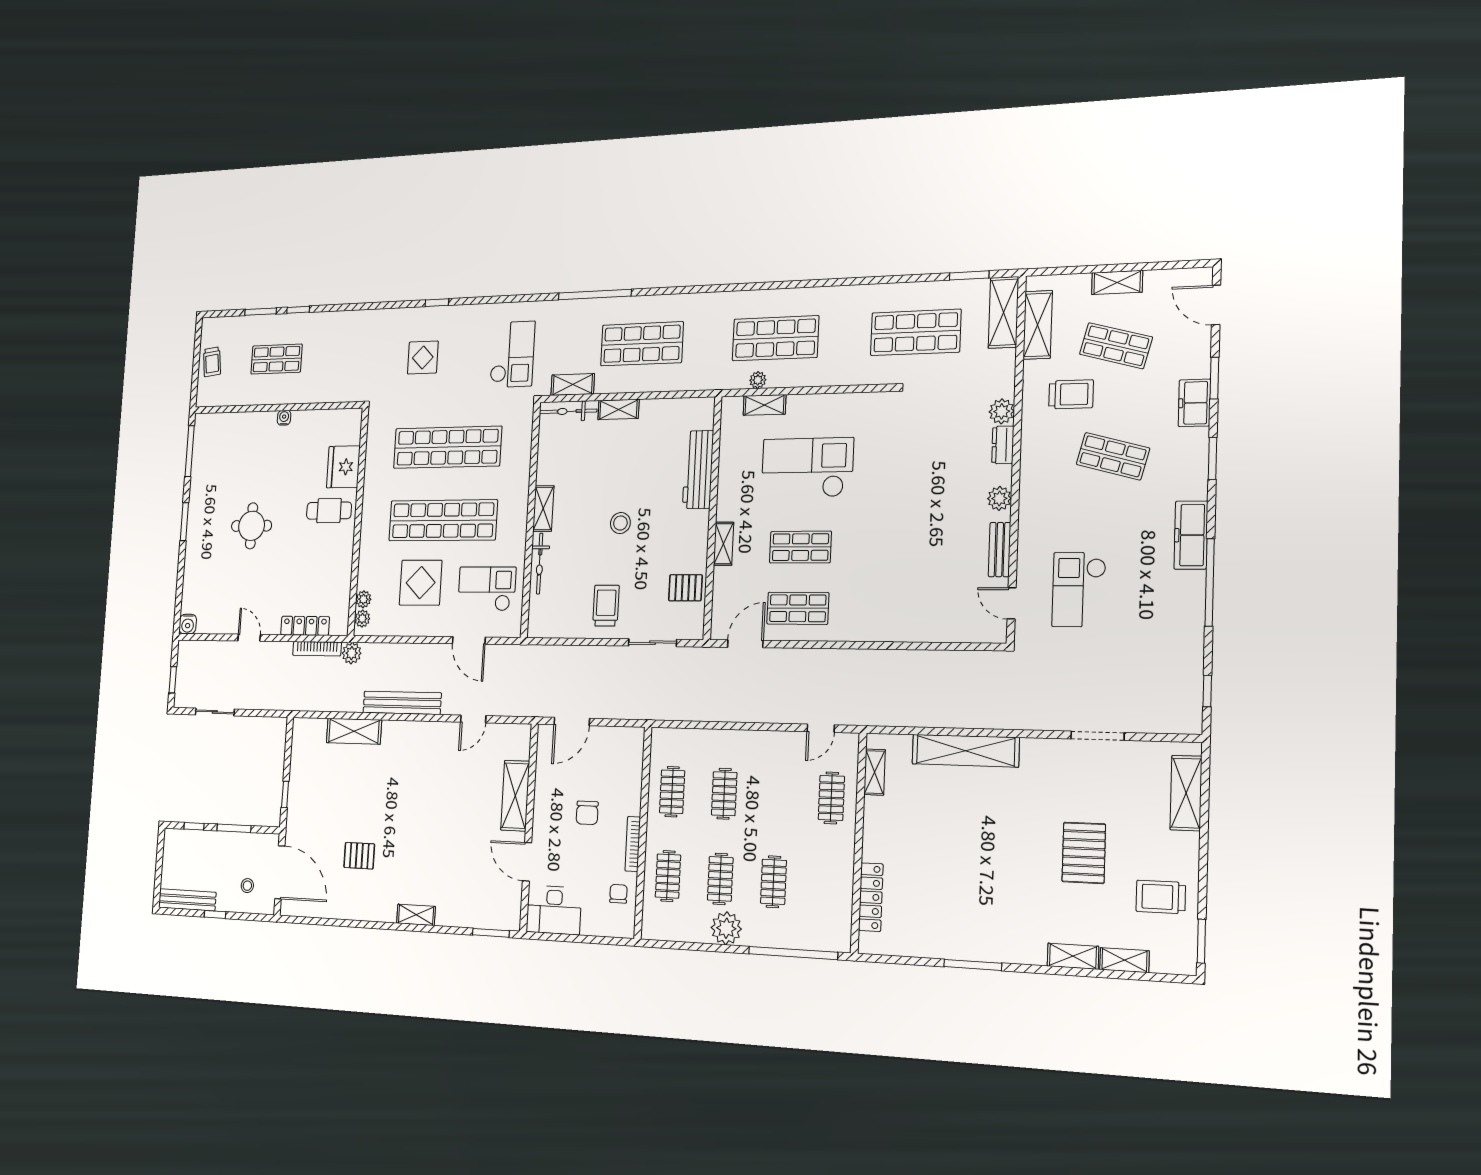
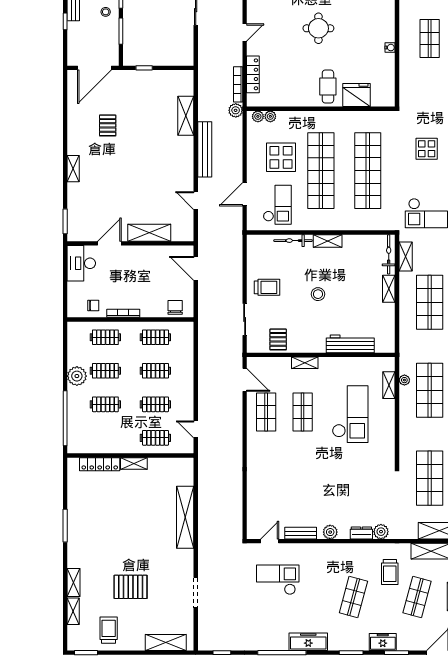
shelving: (875, 772) -> (134, 463), moved
clothes rail: (777, 796) -> (155, 404), added
chair: (587, 813) -> (175, 307), moved, turned 90
stool: (247, 886) -> (106, 12), moved

